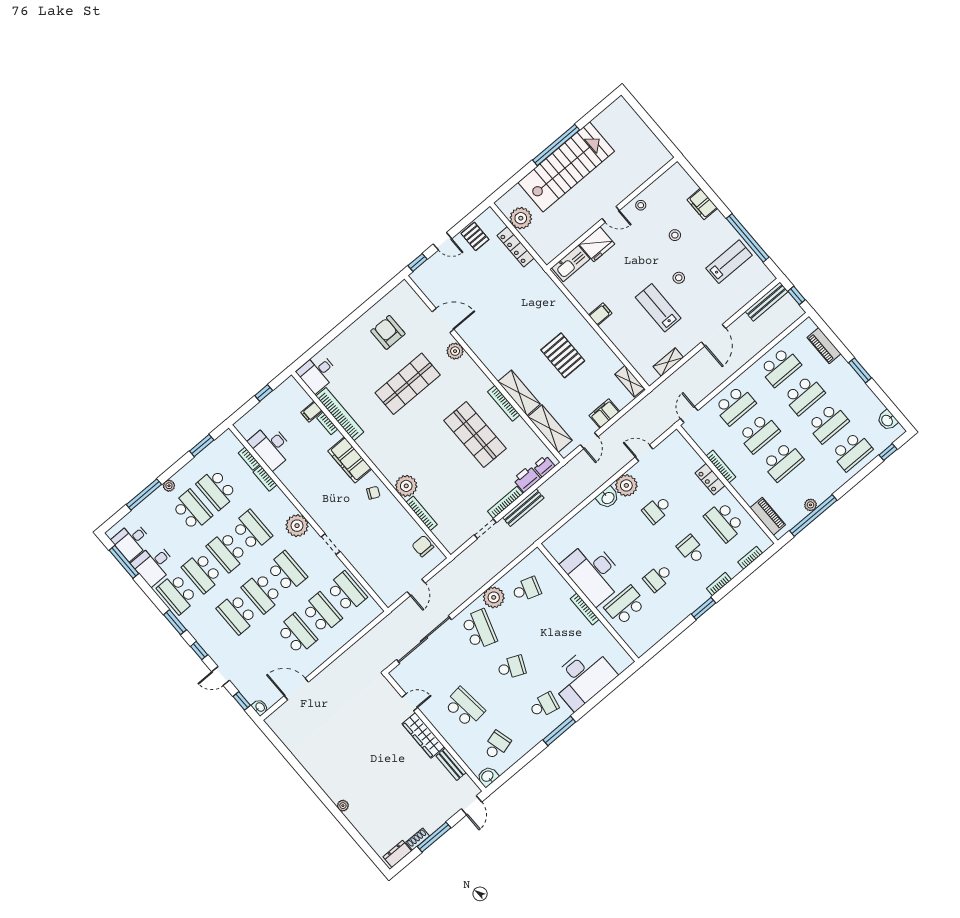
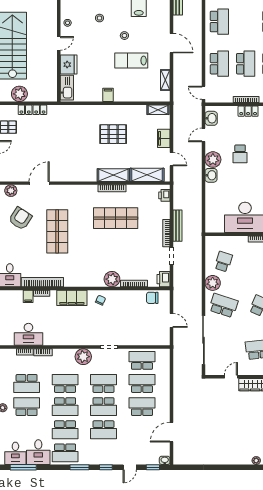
armchair: (388, 332) -> (20, 218), turned 123
plant: (455, 351) -> (11, 191), moved
school desk: (804, 395) -> (246, 22), removed
washbasin: (669, 446) -> (211, 118), added
printer: (527, 479) -> (164, 279), moved

